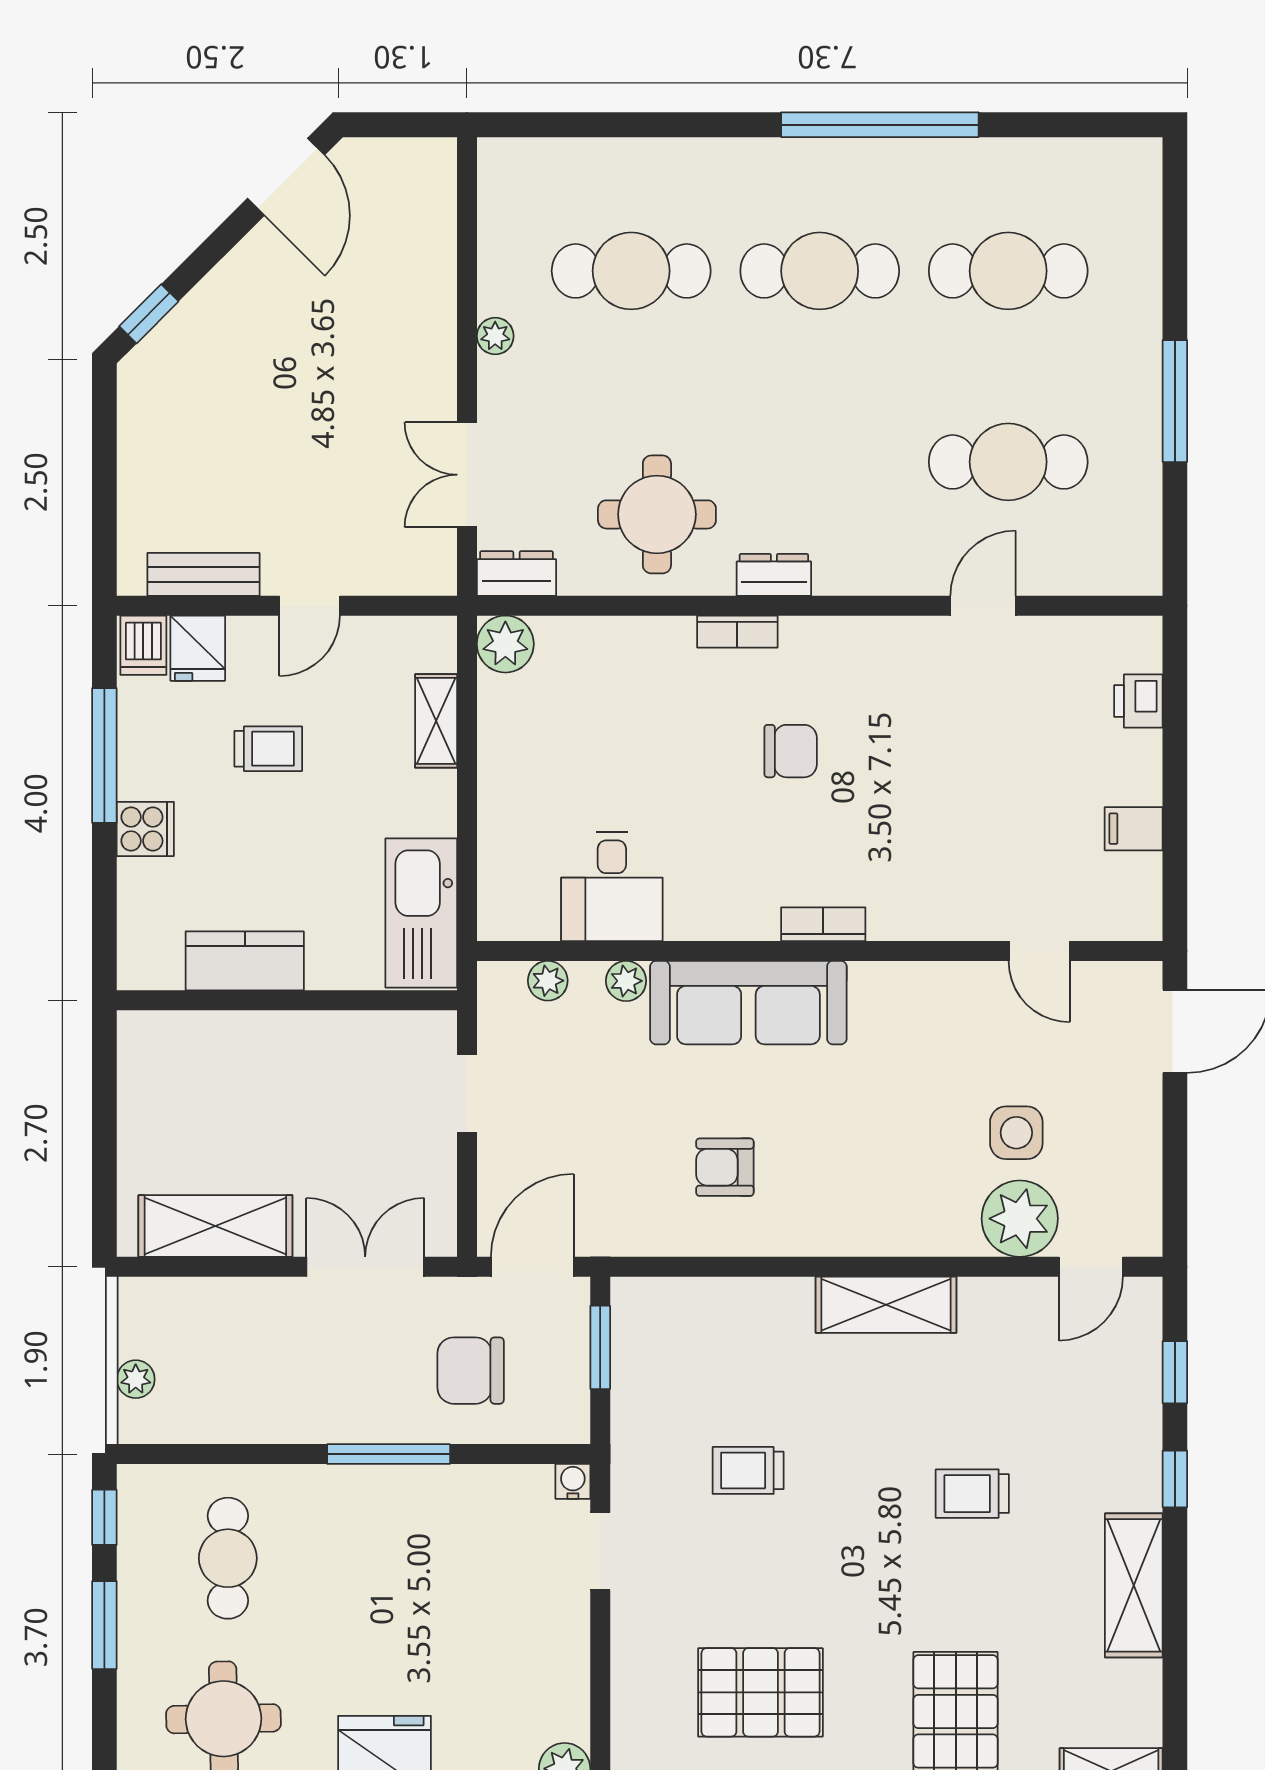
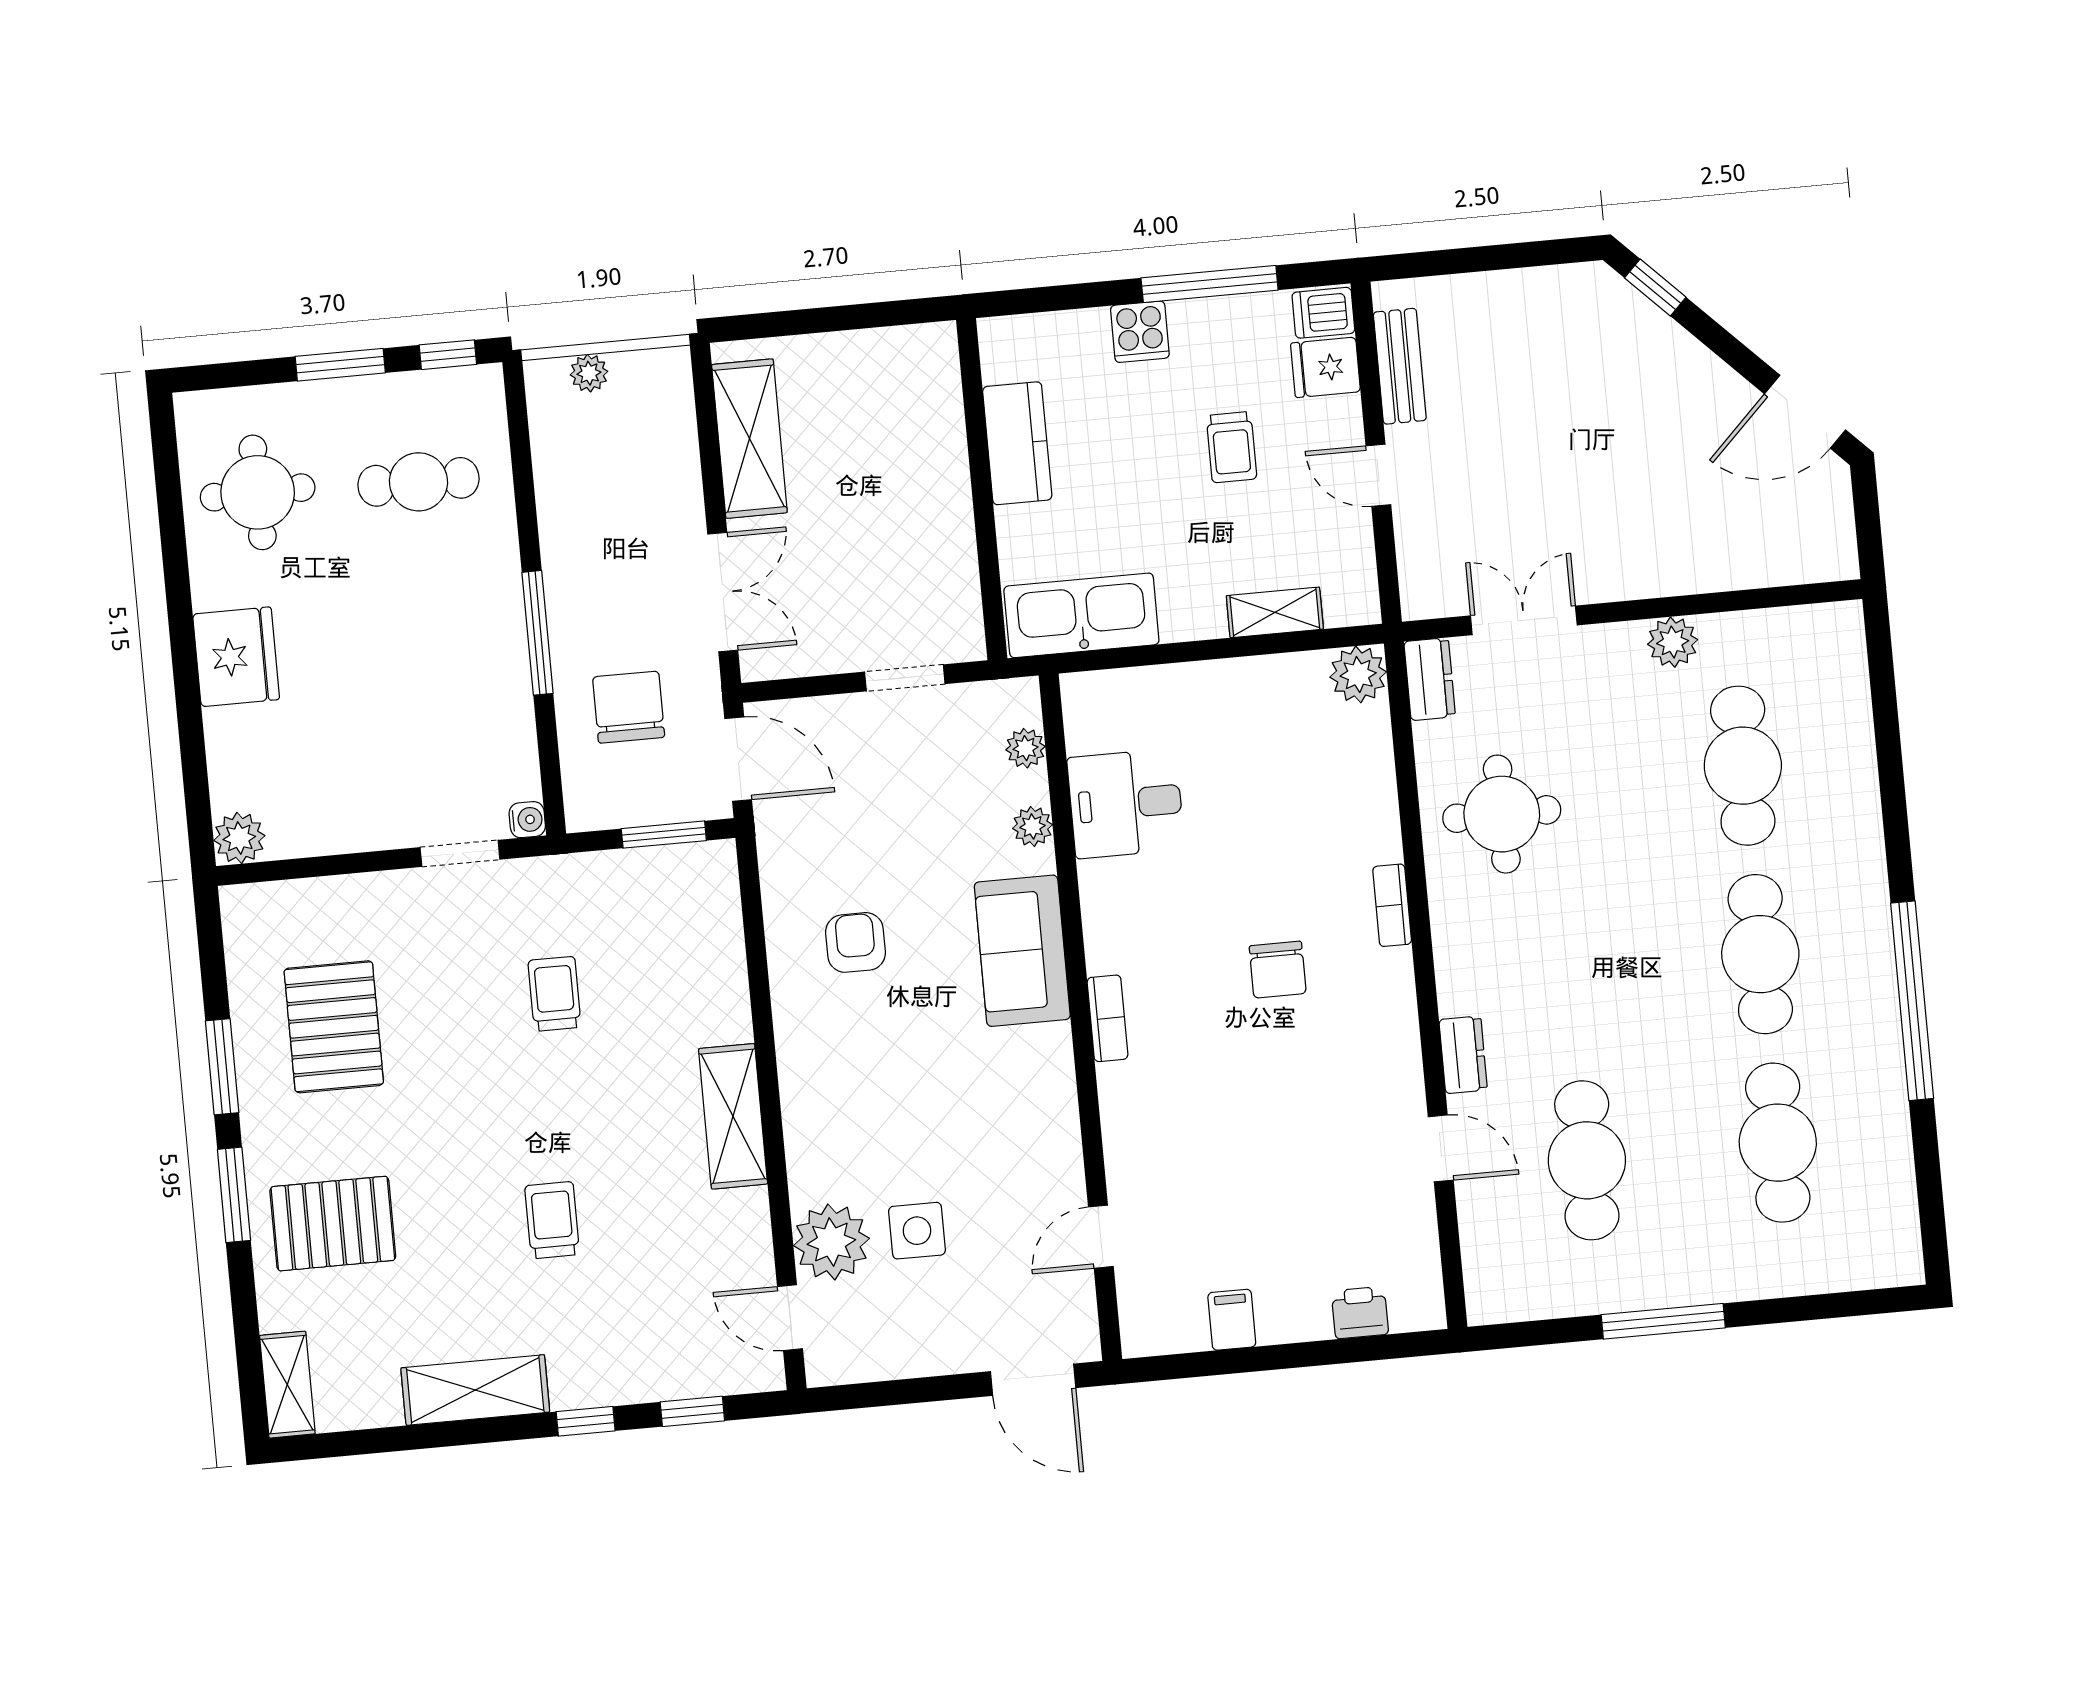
plant: (495, 336) -> (1673, 642), width x1.38, depth x1.38
dresser: (774, 575) -> (1463, 1055), moved
sofa: (748, 1003) -> (1022, 951), width x0.73

